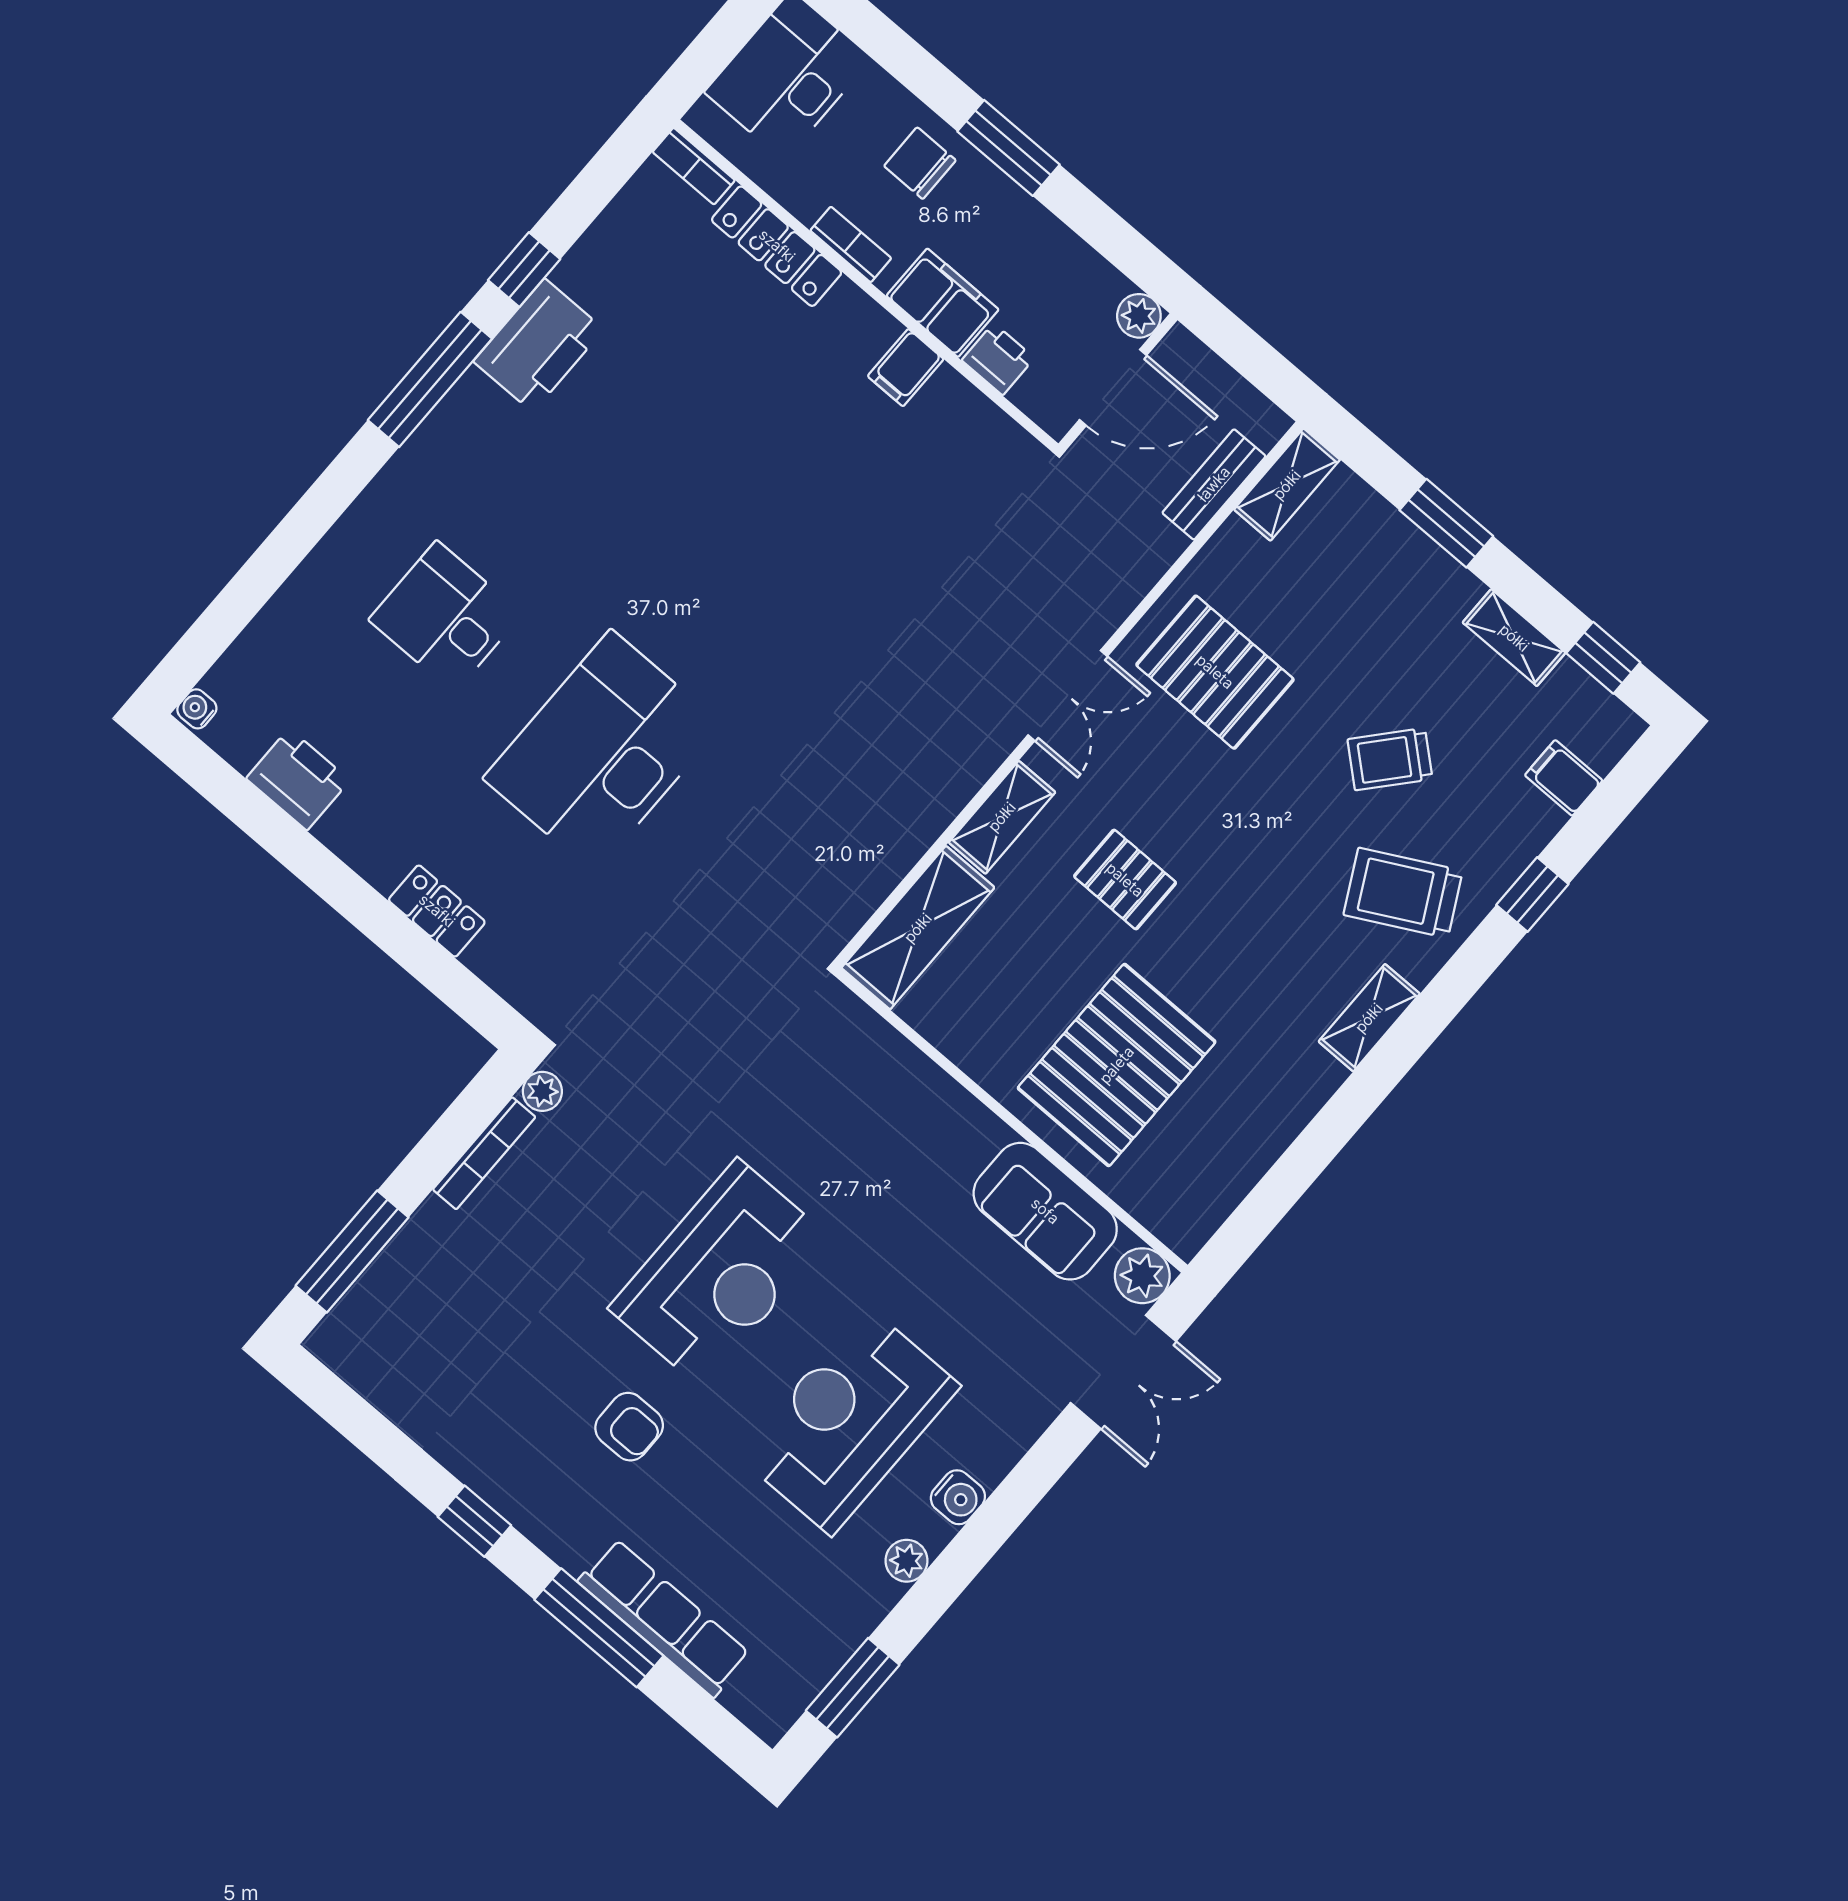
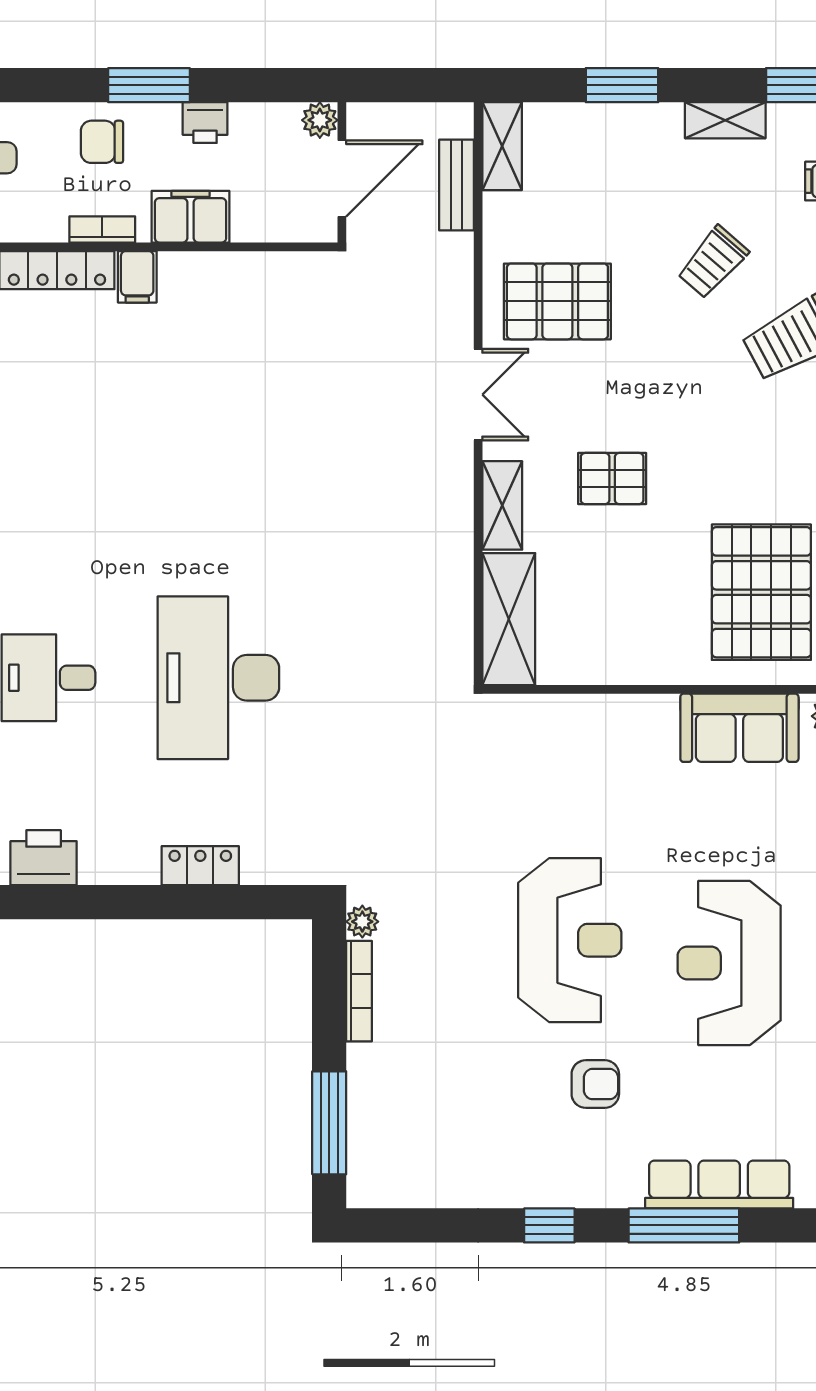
printer: (998, 359) -> (205, 123), moved, turned 180
filing cabinet: (906, 368) -> (137, 277), moved
pallet: (1117, 1065) -> (761, 592), moved

